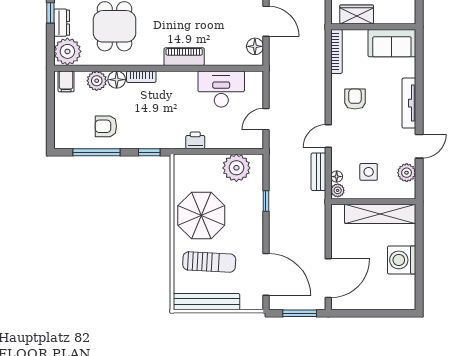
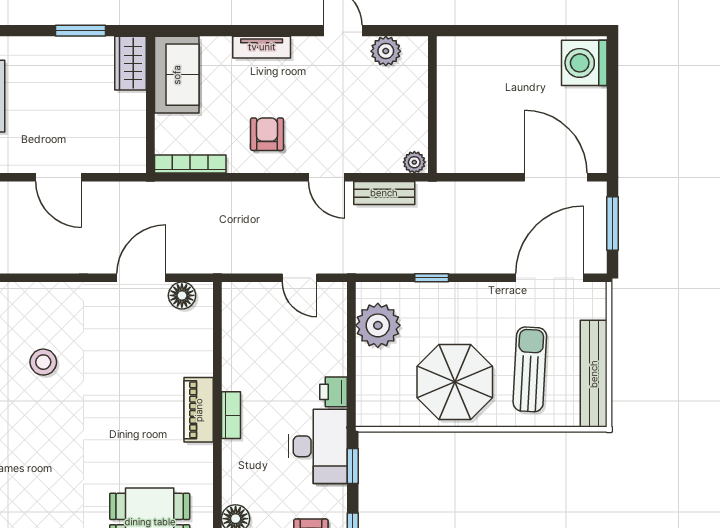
wardrobe: (357, 14) -> (131, 63), moved
bookcase: (141, 77) -> (231, 415), moved
desk: (221, 89) -> (318, 446), moved, turned 180
armchair: (355, 99) -> (267, 134), turned 90
tv unit: (409, 103) -> (262, 47), width x0.71
side table: (369, 172) -> (384, 112), removed
floor lamp: (337, 177) -> (392, 164), removed
shelving: (380, 214) -> (452, 94), removed
washing machine: (402, 260) -> (584, 63), moved, turned 90

